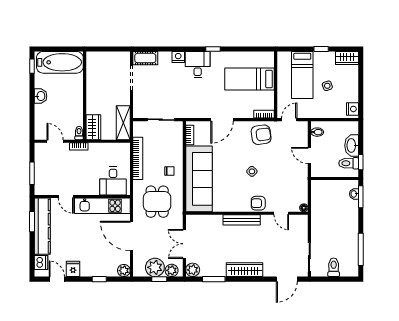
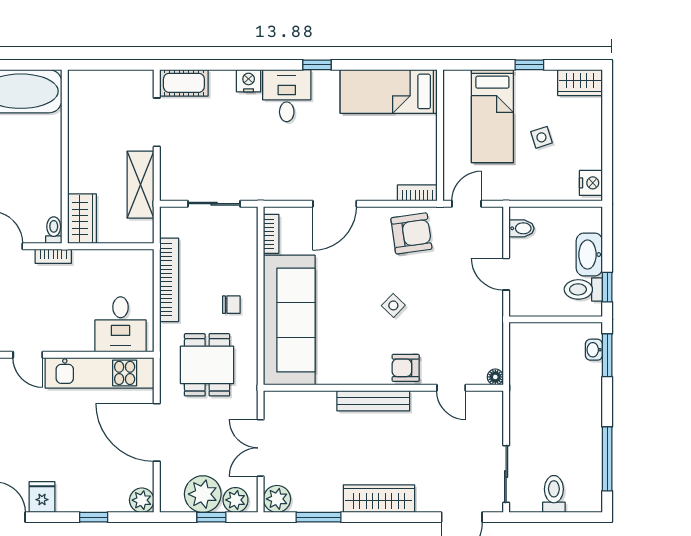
bed: (250, 79) -> (389, 91), moved
shelving: (123, 123) -> (141, 185), moved

